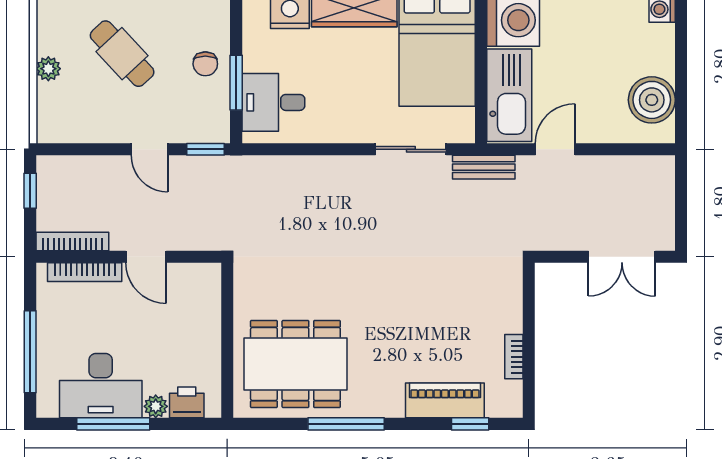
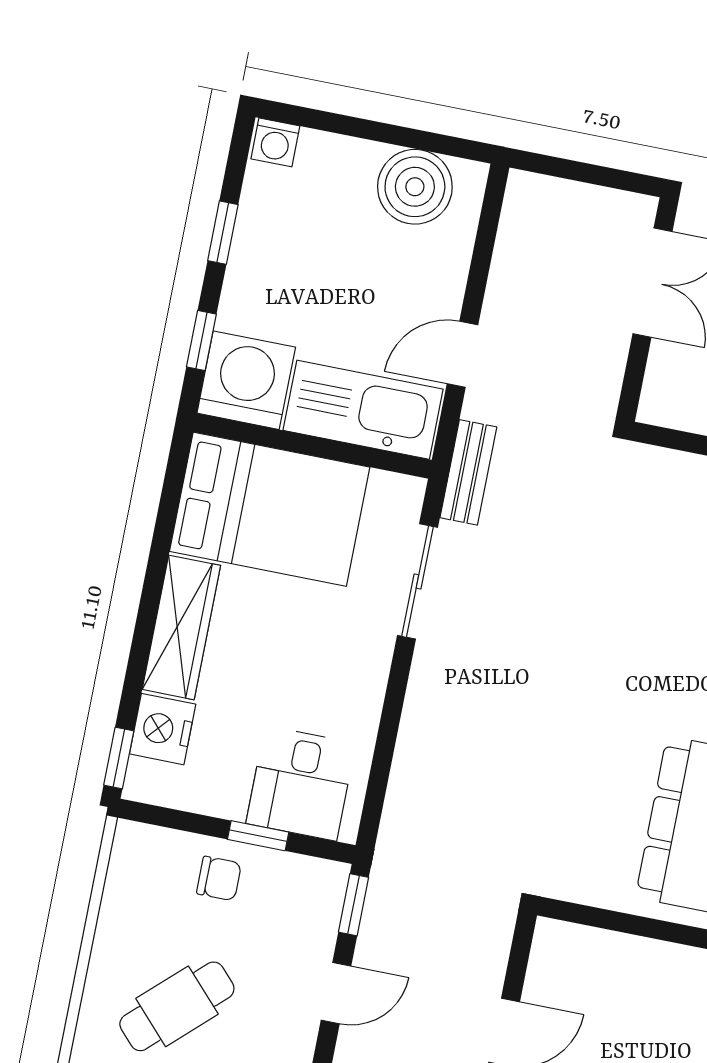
window: (236, 83) -> (258, 836), width x0.67
door: (555, 149) -> (462, 354), hinge flipped

